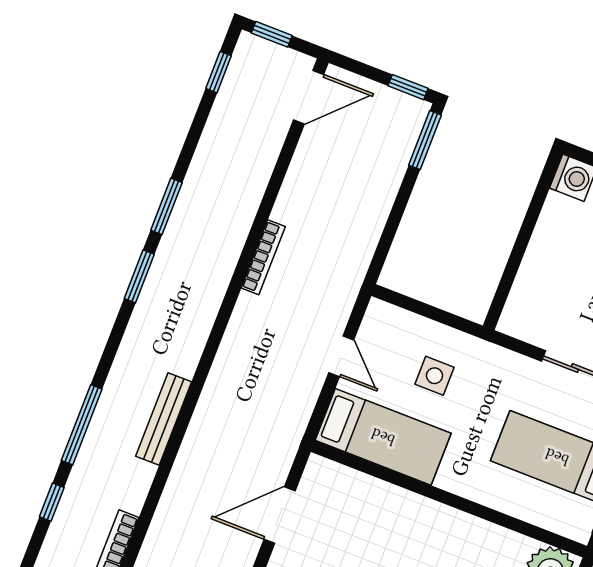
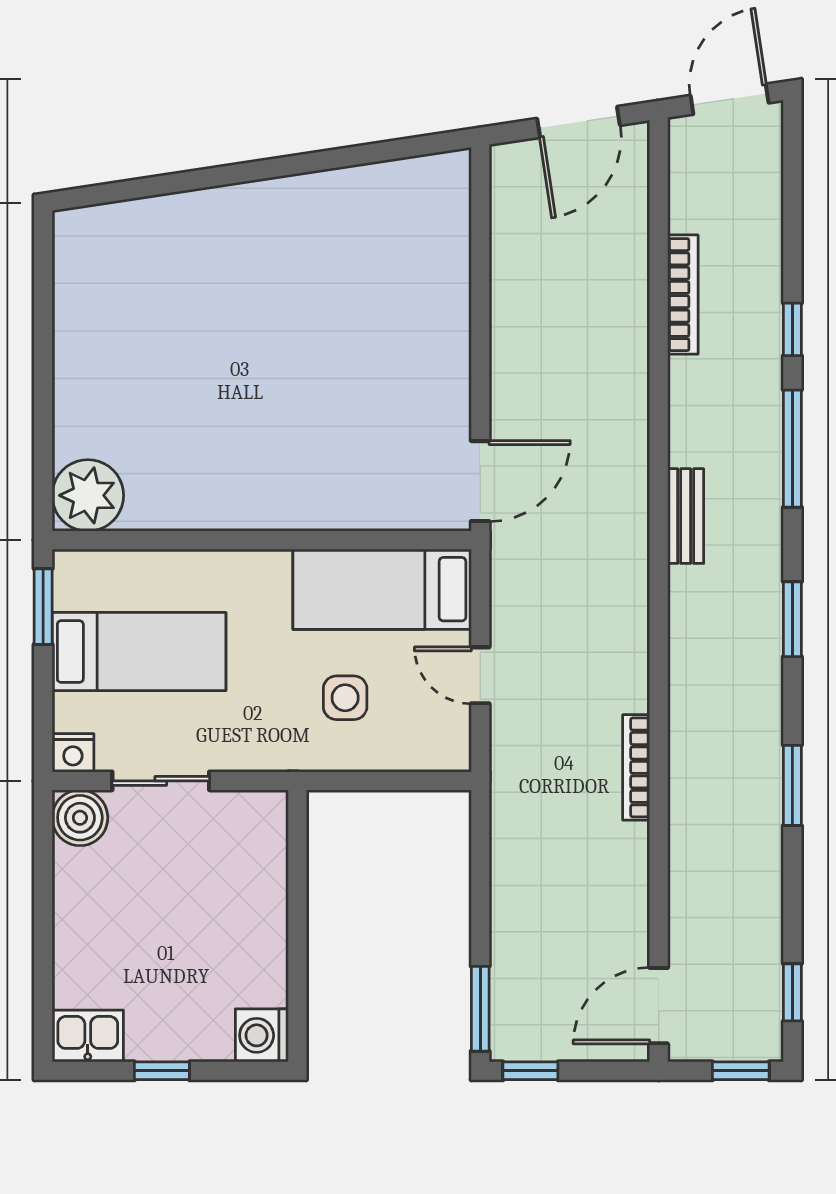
window: (139, 276) -> (792, 619), moved
bench: (164, 419) -> (686, 516), width x0.73
door: (280, 515) -> (480, 481), moved

